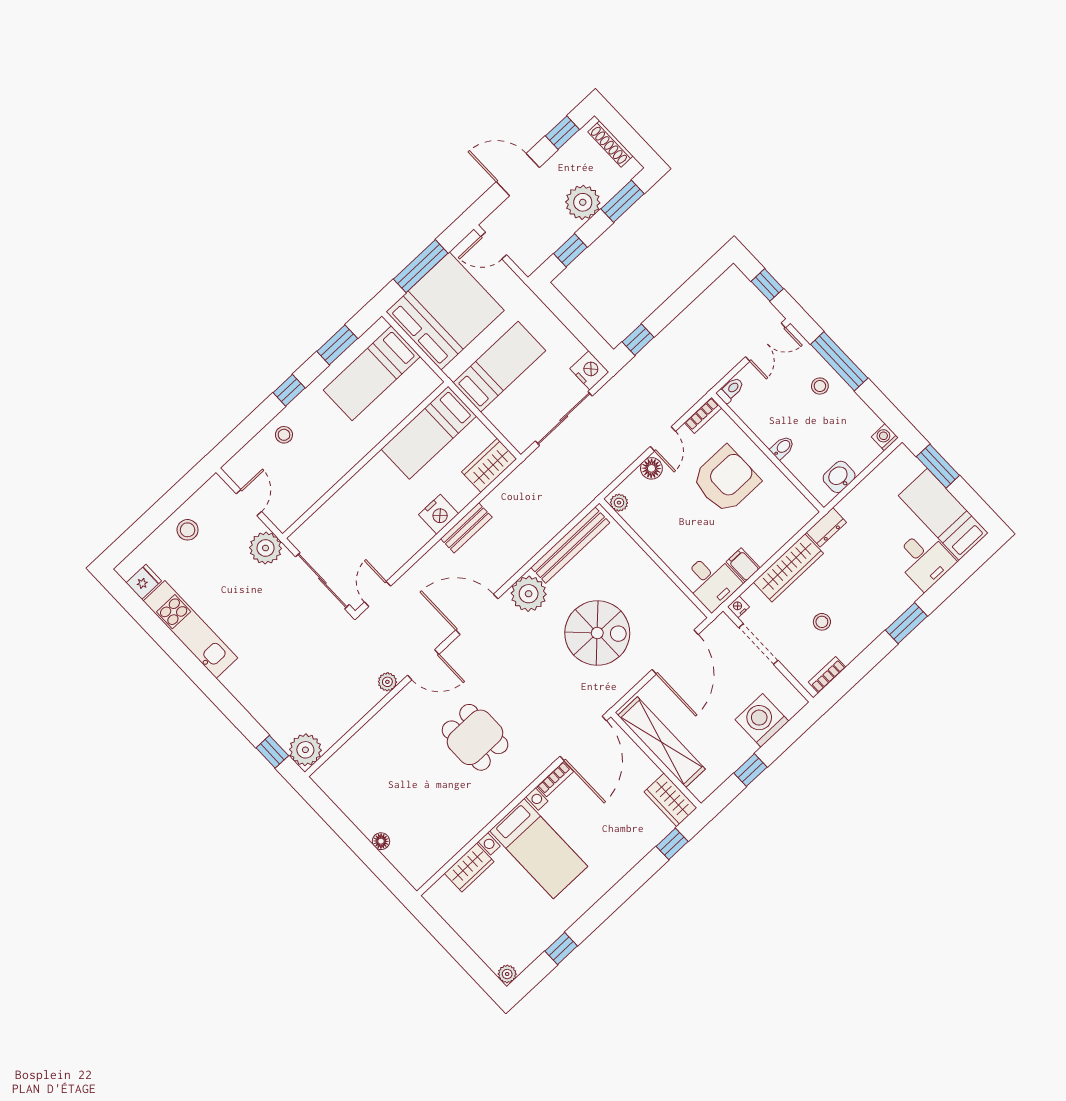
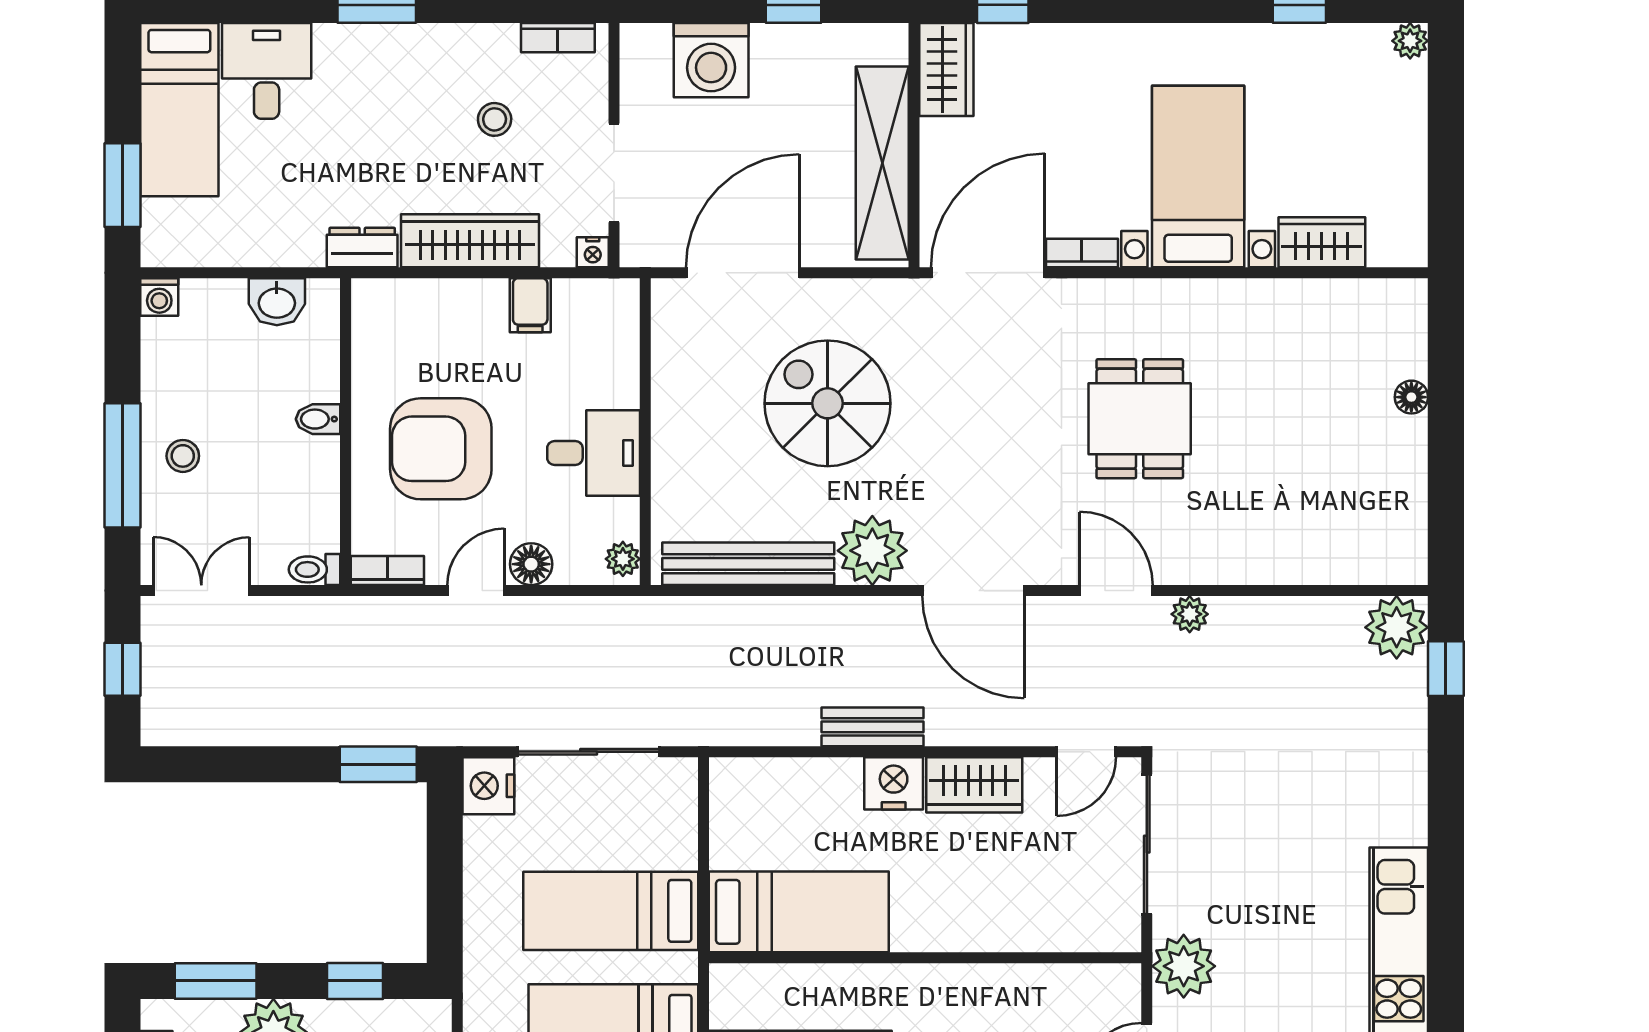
window: (638, 340) -> (378, 764), width x1.50
wardrobe: (489, 465) -> (974, 785), moved
desk: (711, 581) -> (594, 453), moved, turned 90

